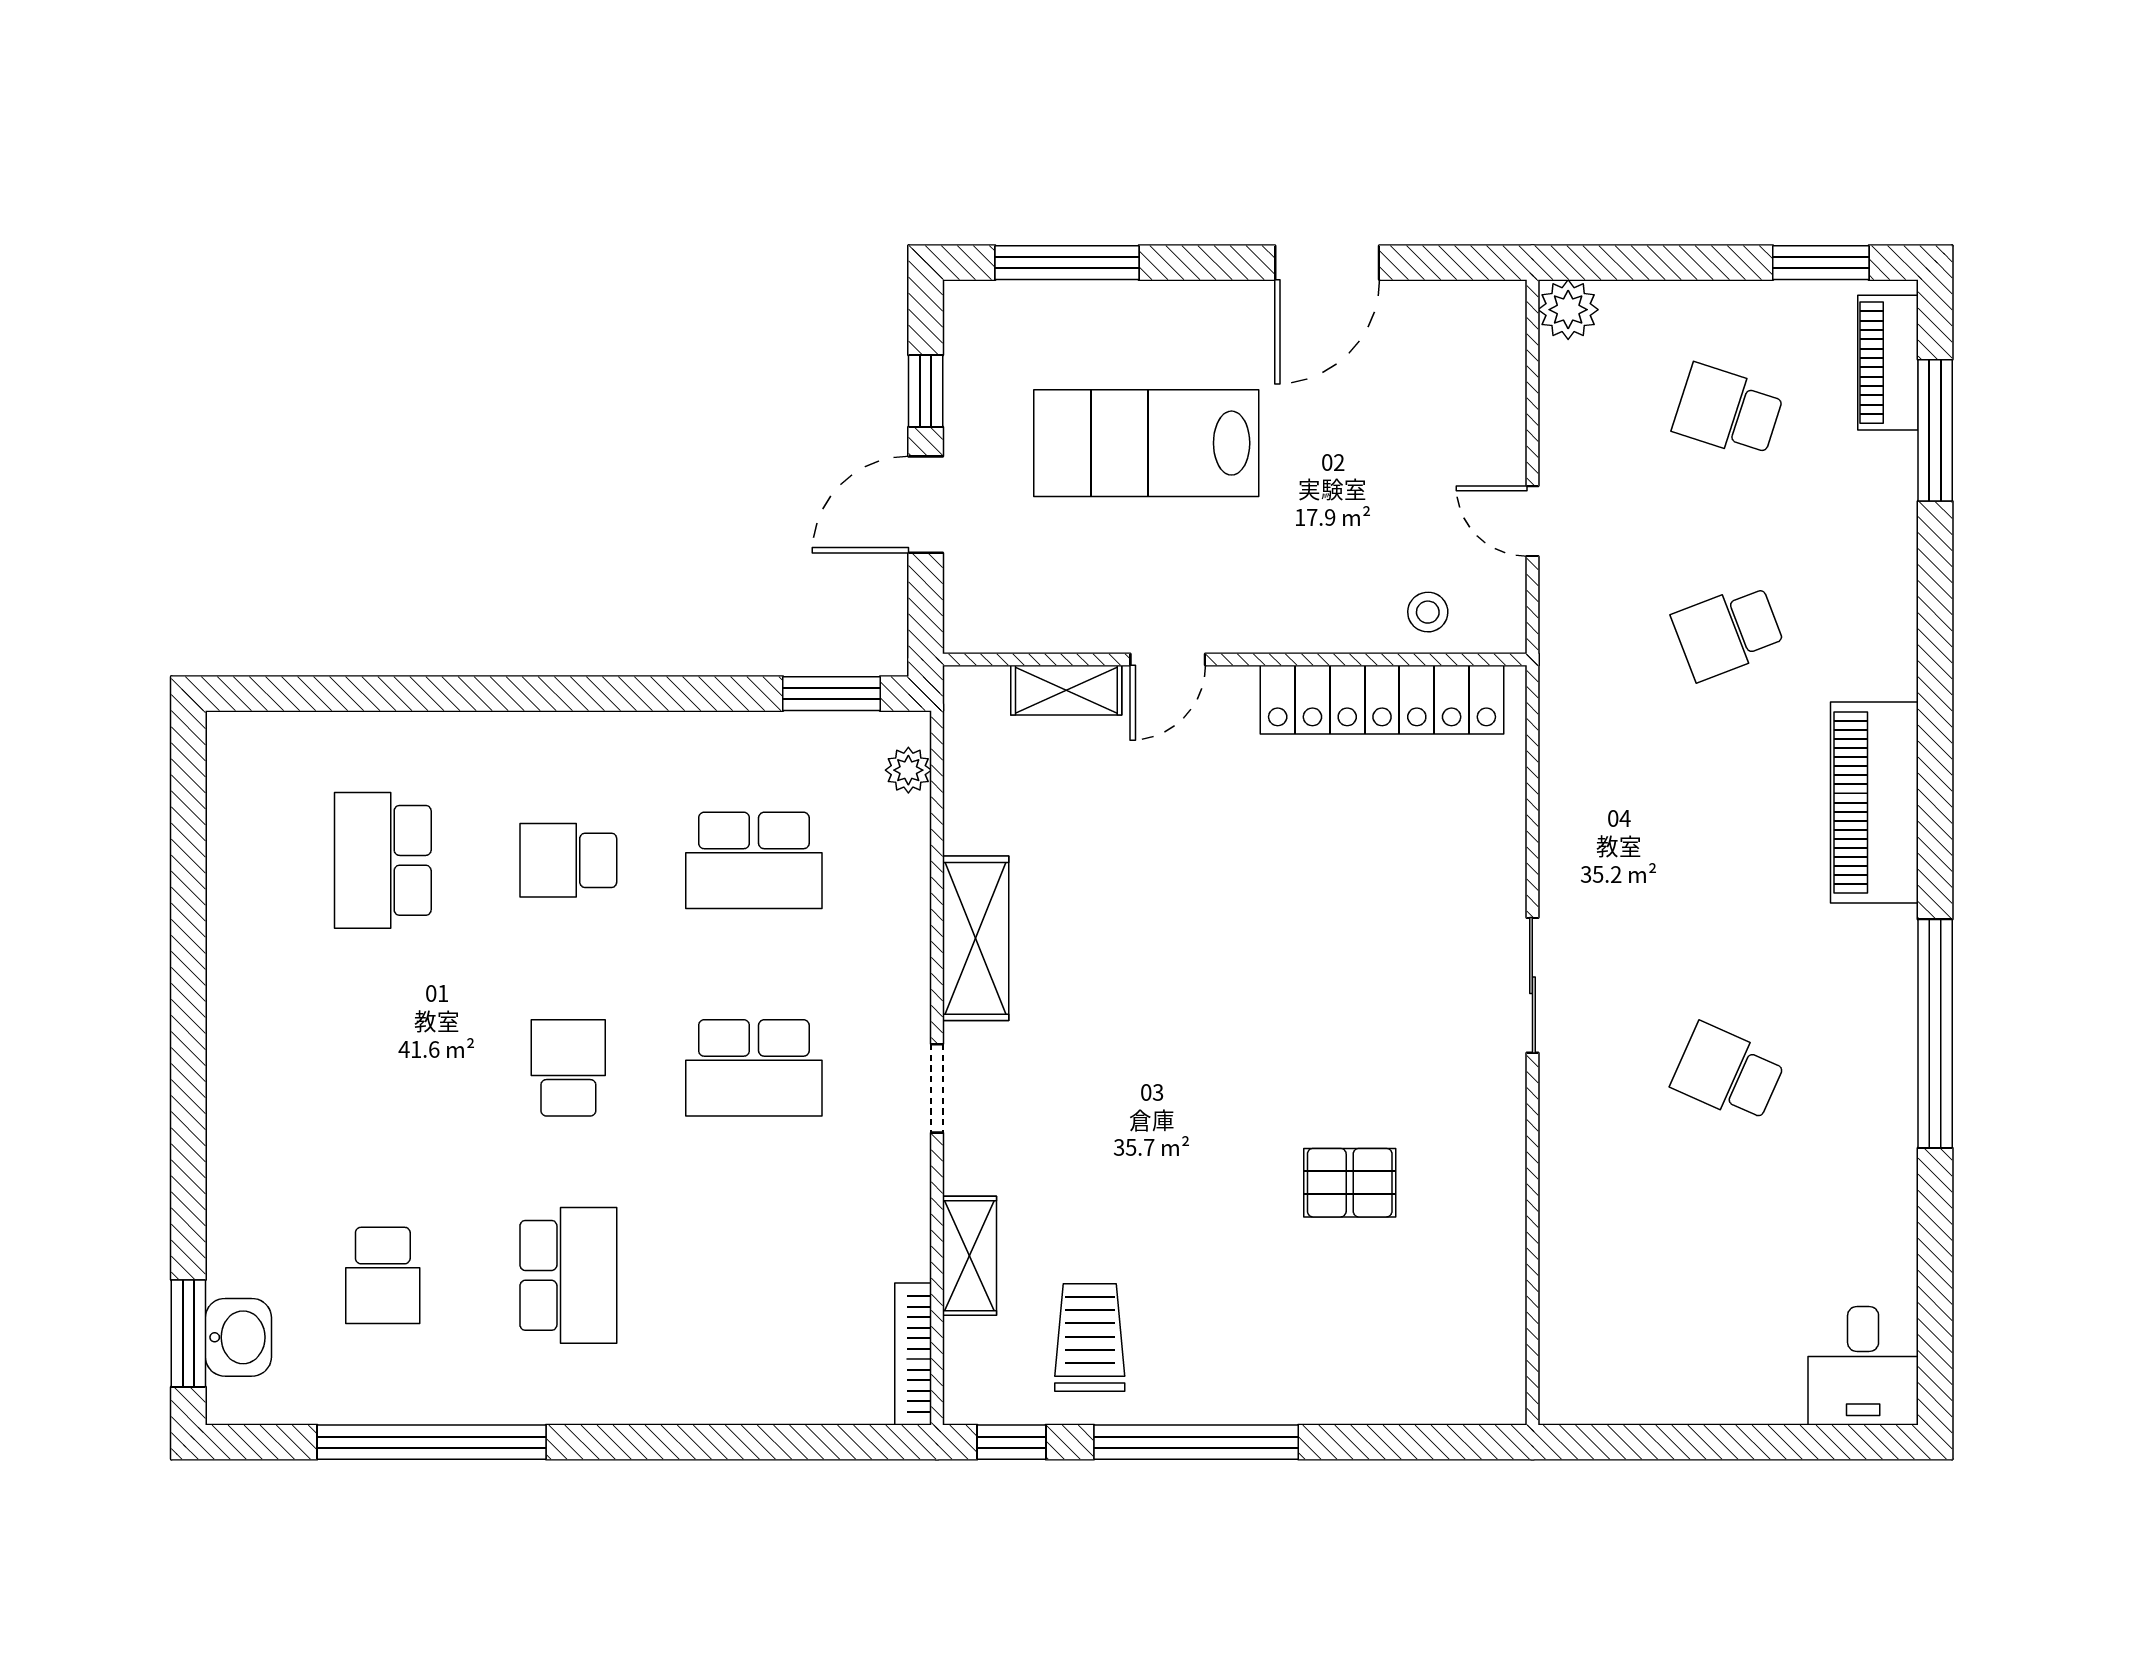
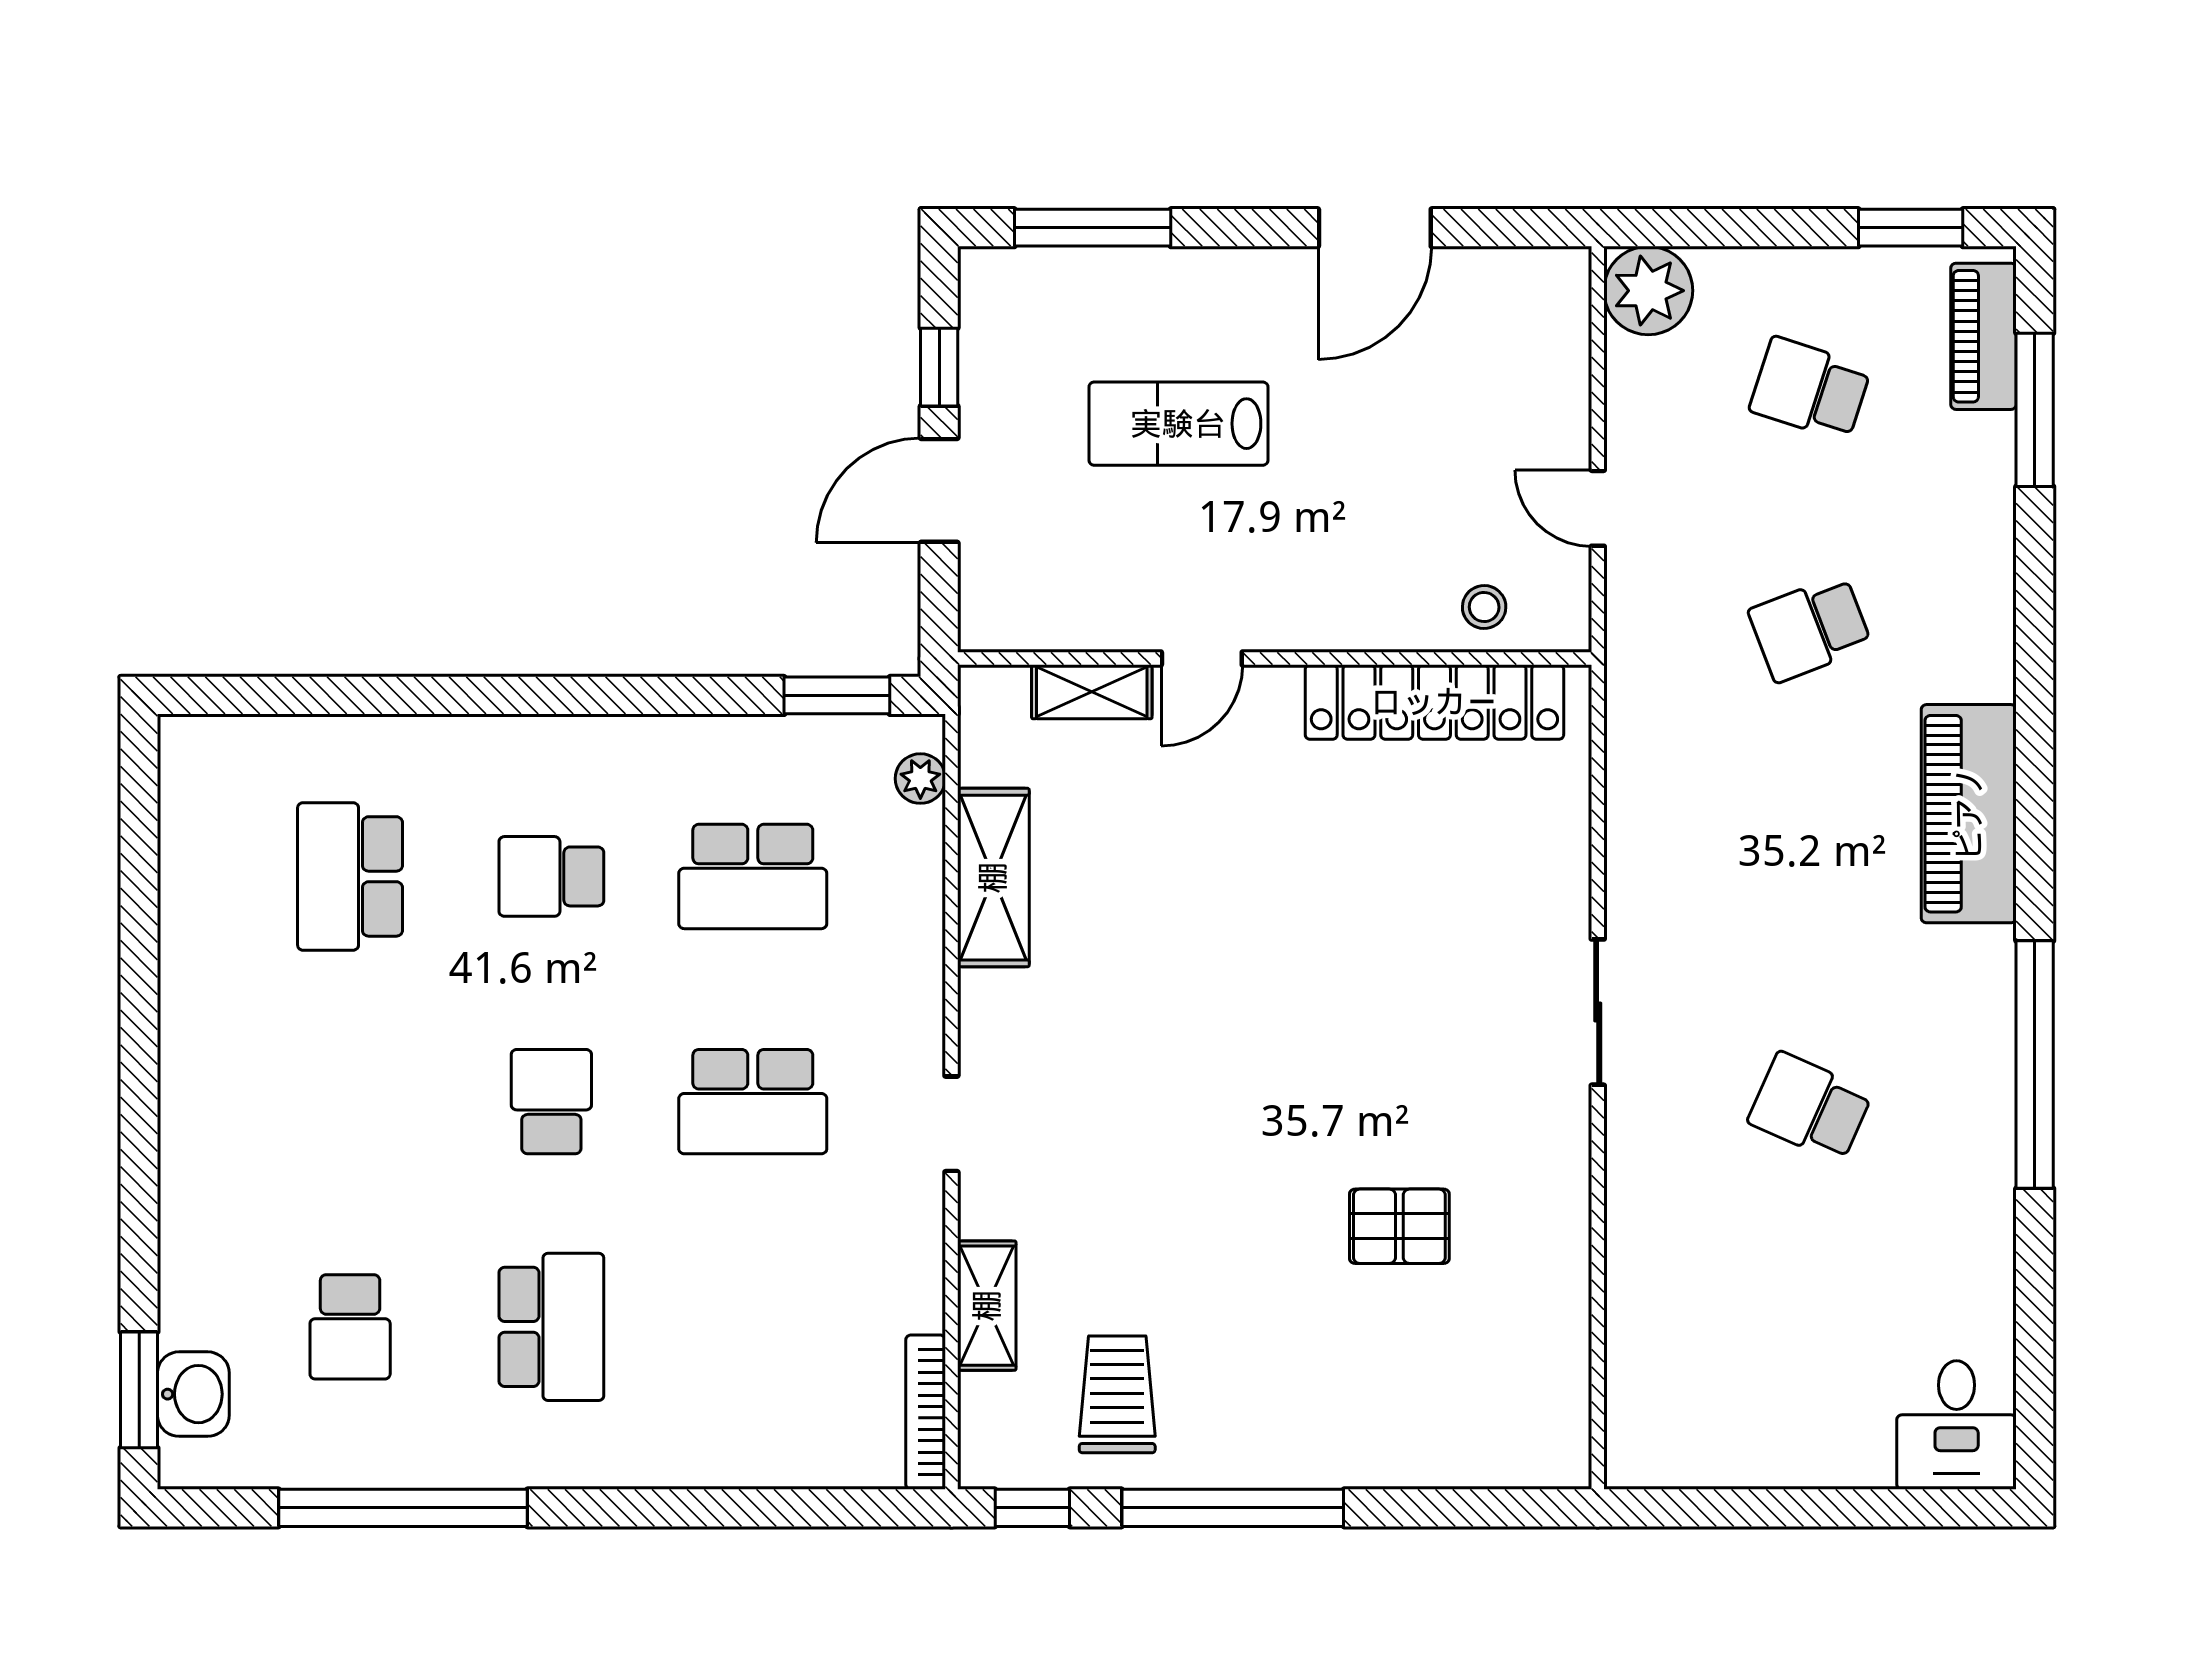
plant: (1568, 310) -> (1648, 291), width x1.36, depth x1.36
lab bench: (1146, 443) -> (1178, 424), width x0.73, depth x0.72
shelving: (976, 938) -> (993, 878), moved

